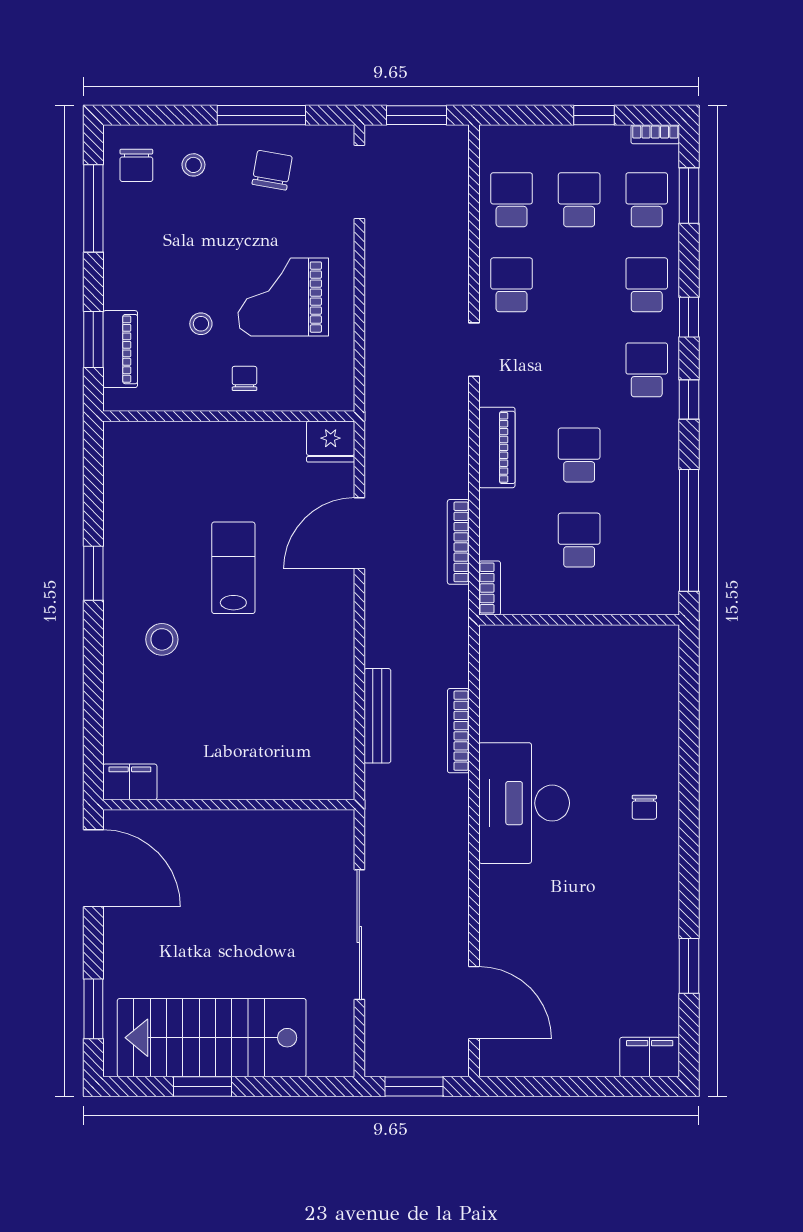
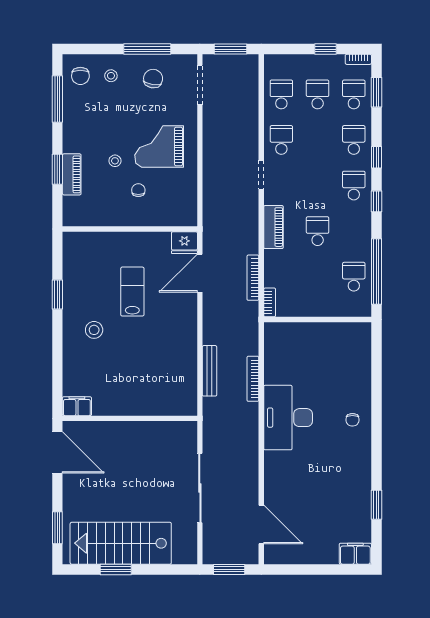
wall: (229, 416) -> (130, 229), moved
fridge: (331, 442) -> (184, 243), moved
school desk: (579, 540) -> (354, 277), moved

